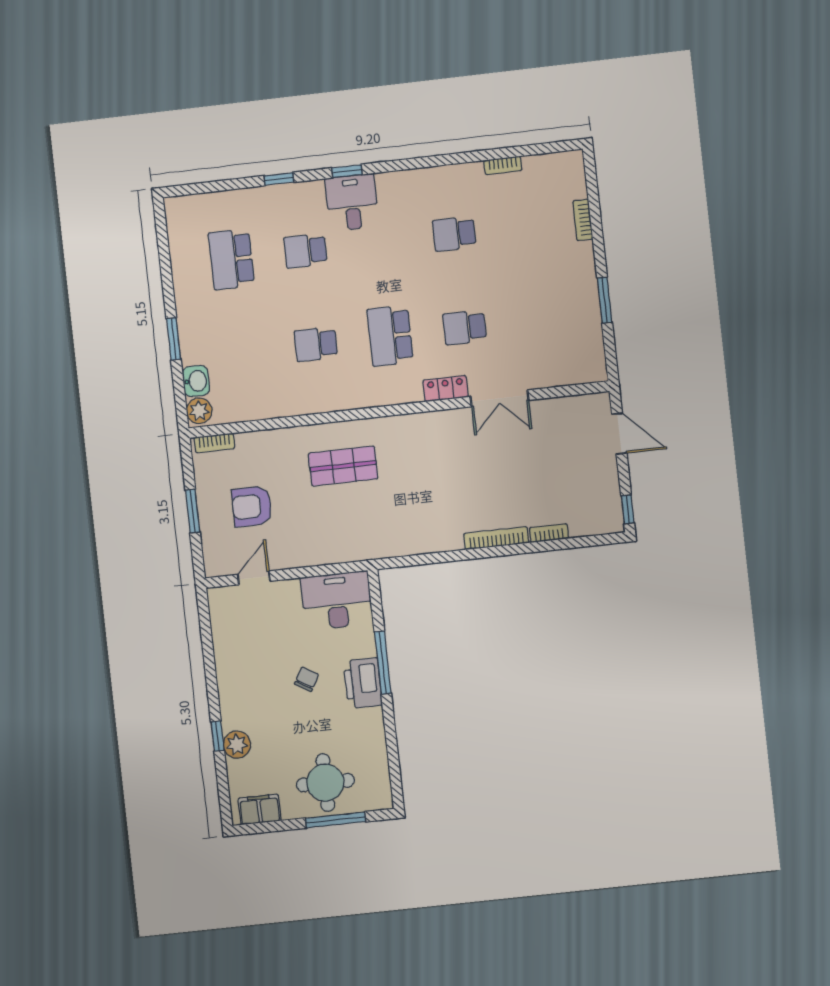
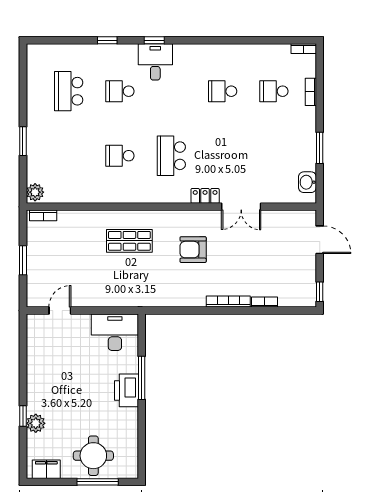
bookcase: (503, 165) -> (304, 49), moved
school desk: (465, 327) -> (274, 91), moved
washbasin: (196, 381) -> (307, 182), moved, turned 180
armchair: (252, 506) -> (193, 250), moved
chair: (307, 679) -> (88, 384), removed

